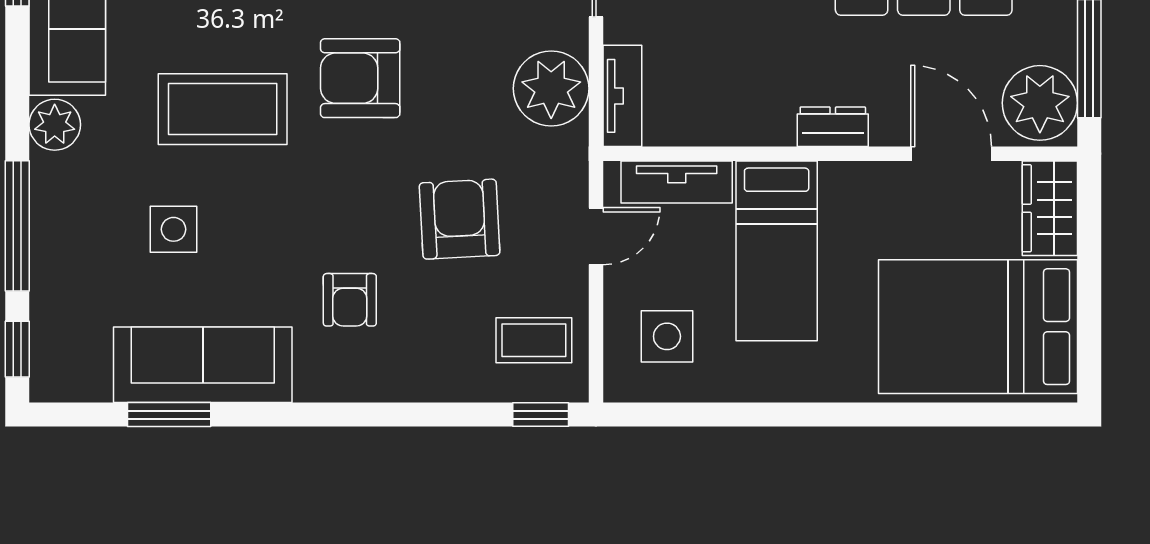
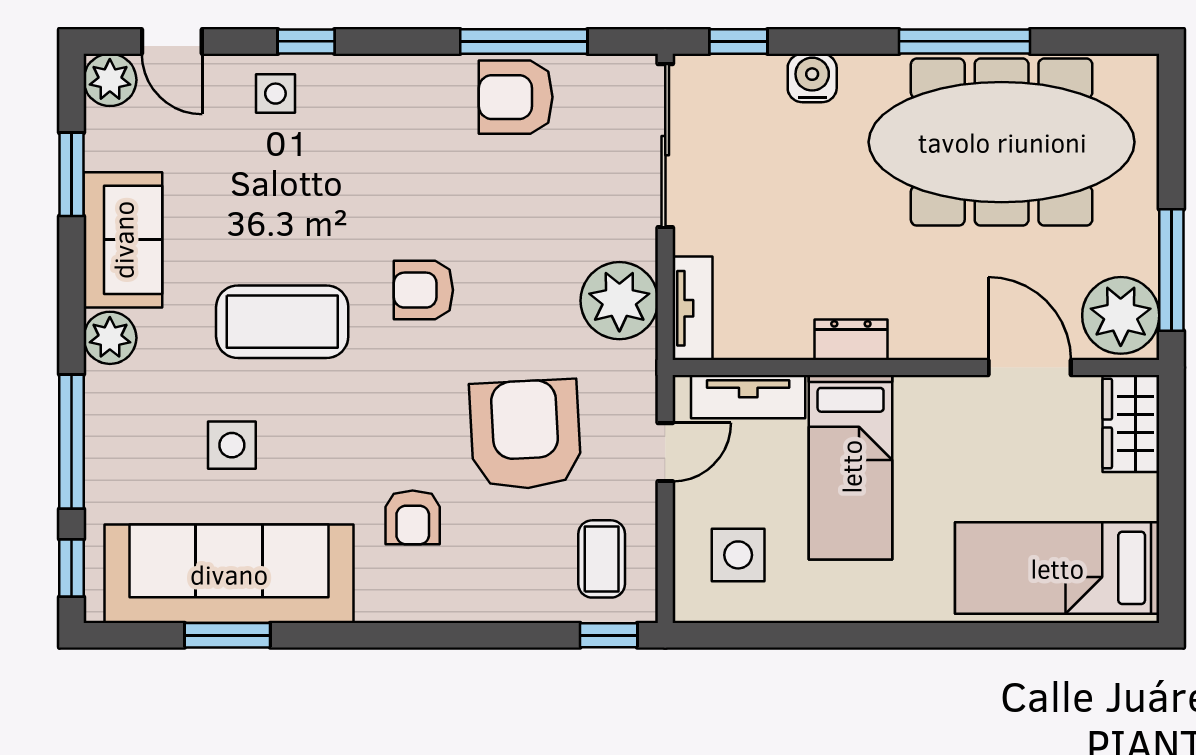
armchair: (360, 78) -> (423, 290), width x0.72, depth x0.72
dresser: (833, 127) -> (851, 340), moved
armchair: (460, 219) -> (525, 435), width x1.36, depth x1.36
bed: (978, 327) -> (1057, 568), width x0.67
coffee table: (534, 340) -> (602, 559), turned 90
sofa: (203, 365) -> (229, 574), width x1.36, depth x1.27

